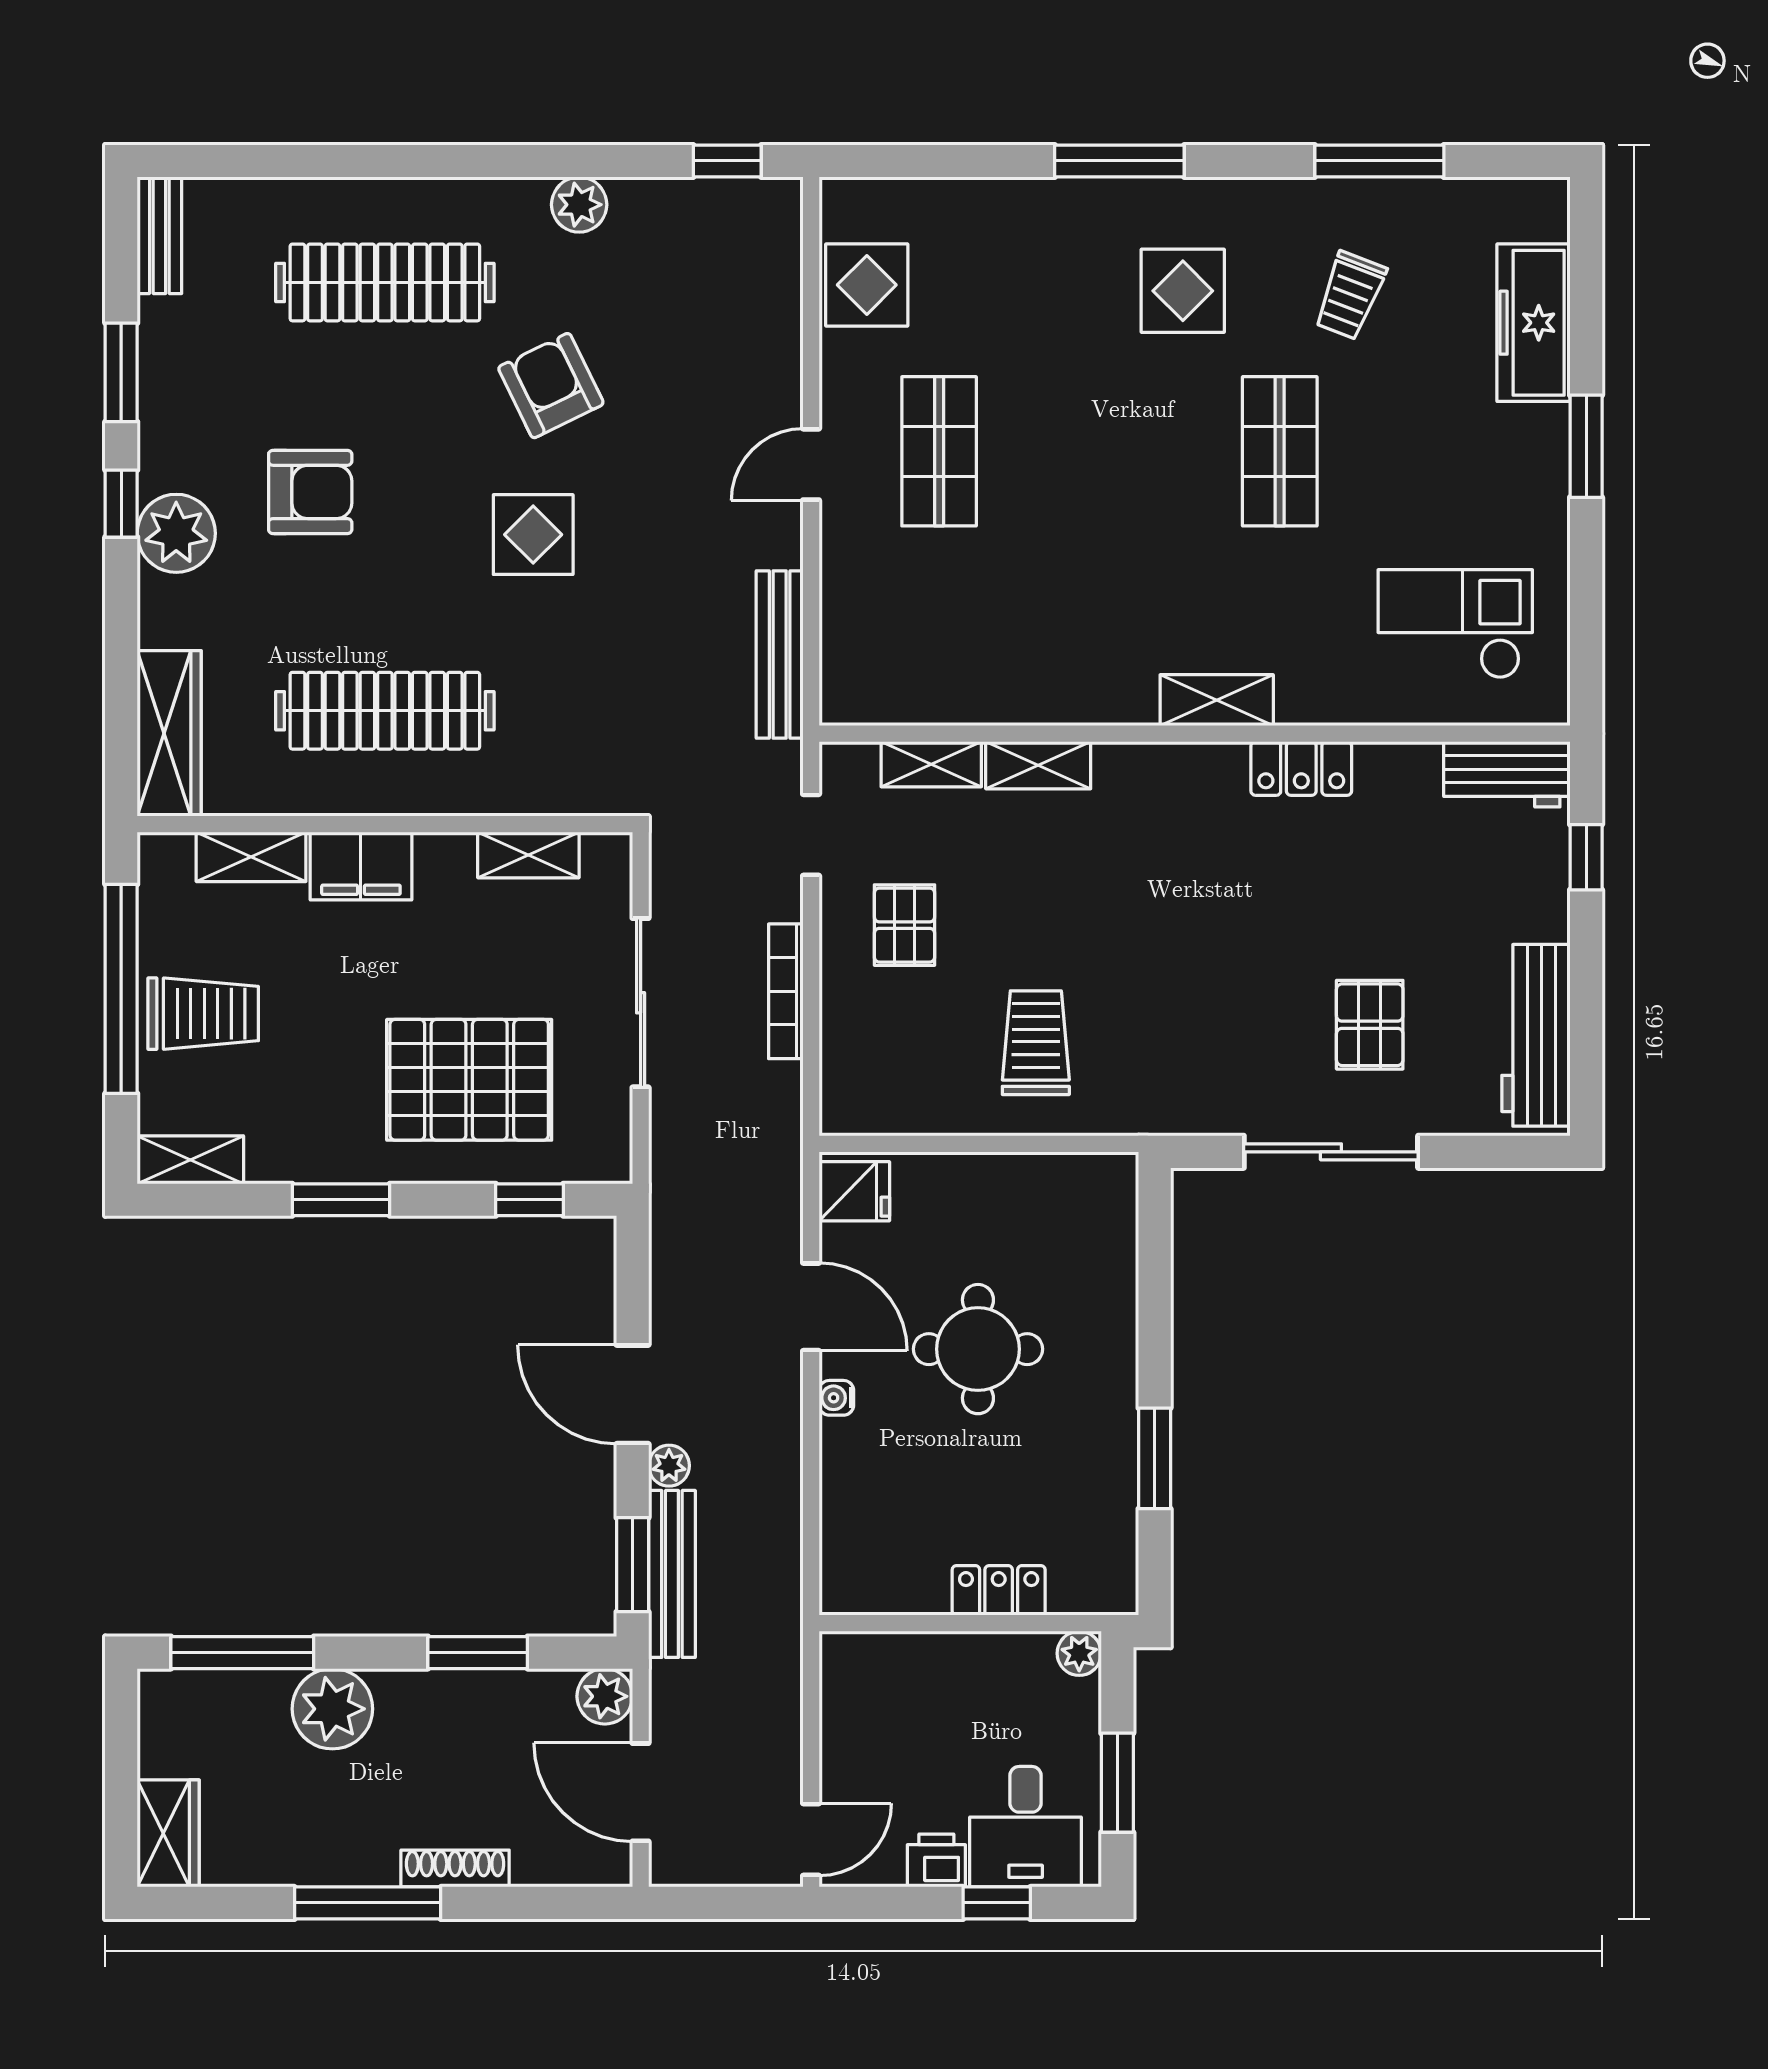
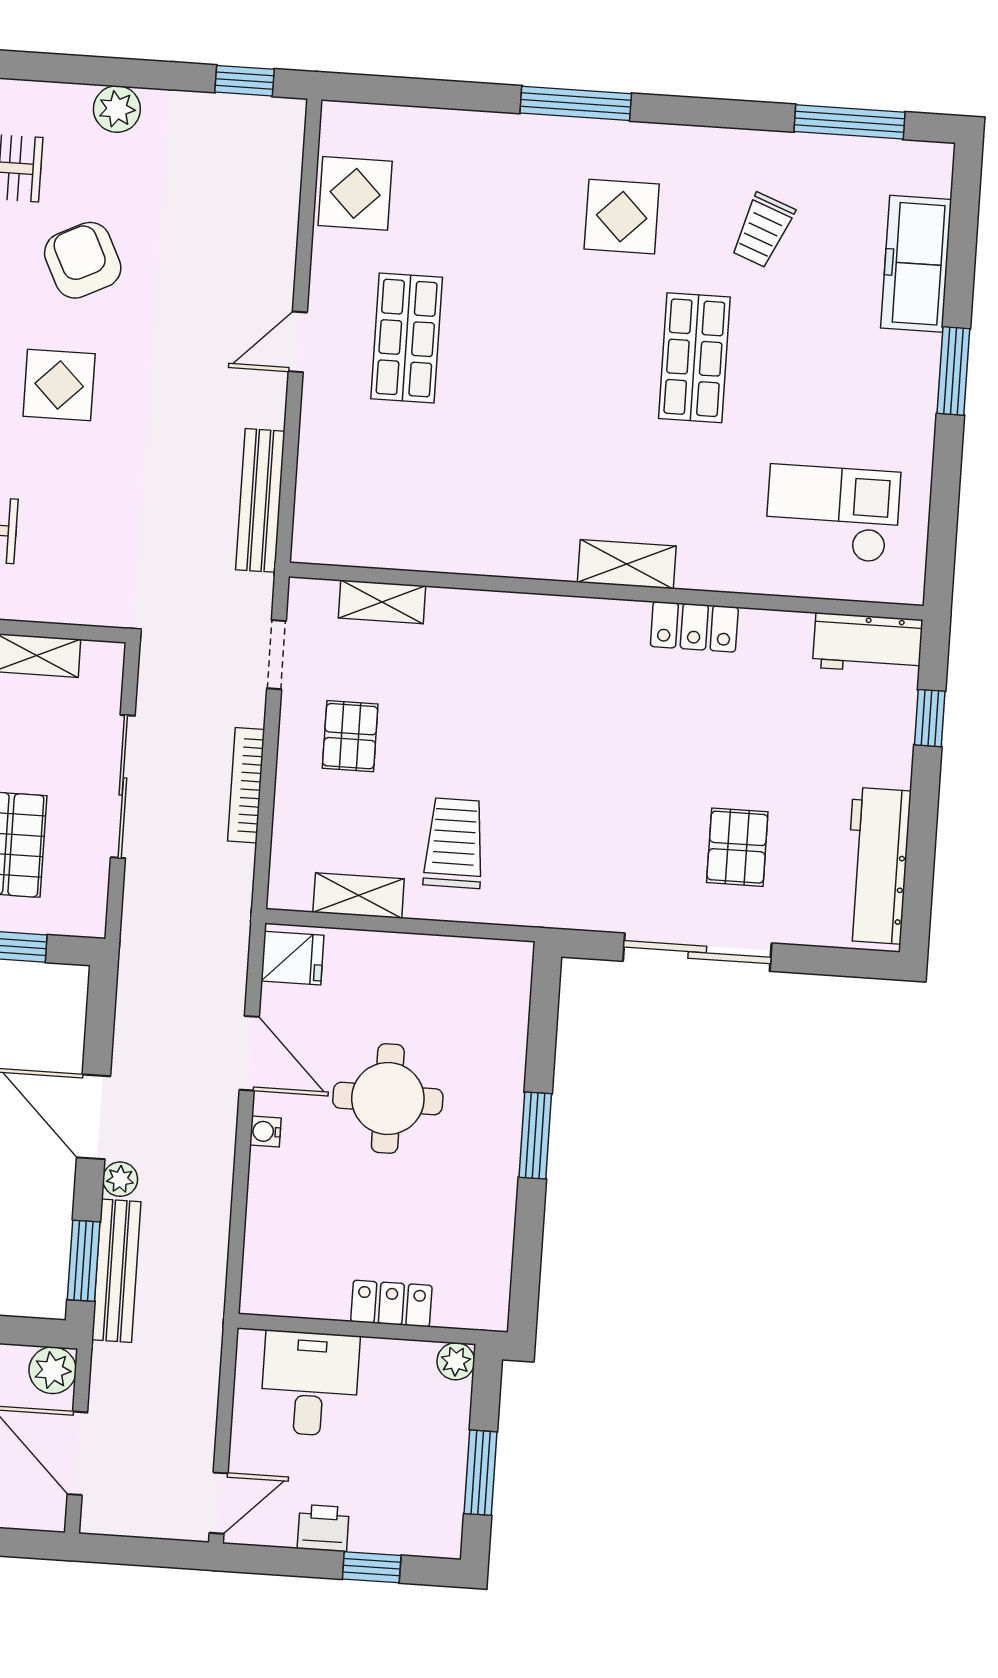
window: (1379, 161) -> (849, 122), moved
shelving: (1038, 765) -> (359, 896), moved
window: (1155, 1458) -> (535, 1135), moved
desk: (1026, 1827) -> (310, 1384), moved, turned 180

